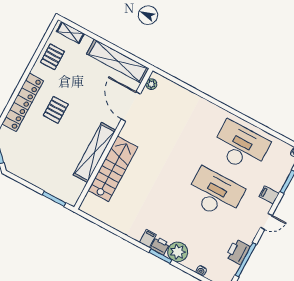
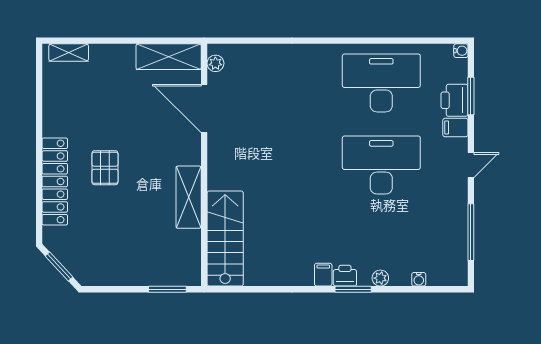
pallet: (52, 57) -> (62, 98), removed
shelving: (118, 61) -> (169, 57), width x0.68
shelving: (95, 152) -> (189, 197), width x0.68
stairs: (113, 169) -> (225, 238), moved
plant: (178, 252) -> (380, 278), width x0.53, depth x0.53
printer: (238, 252) -> (454, 100), moved

